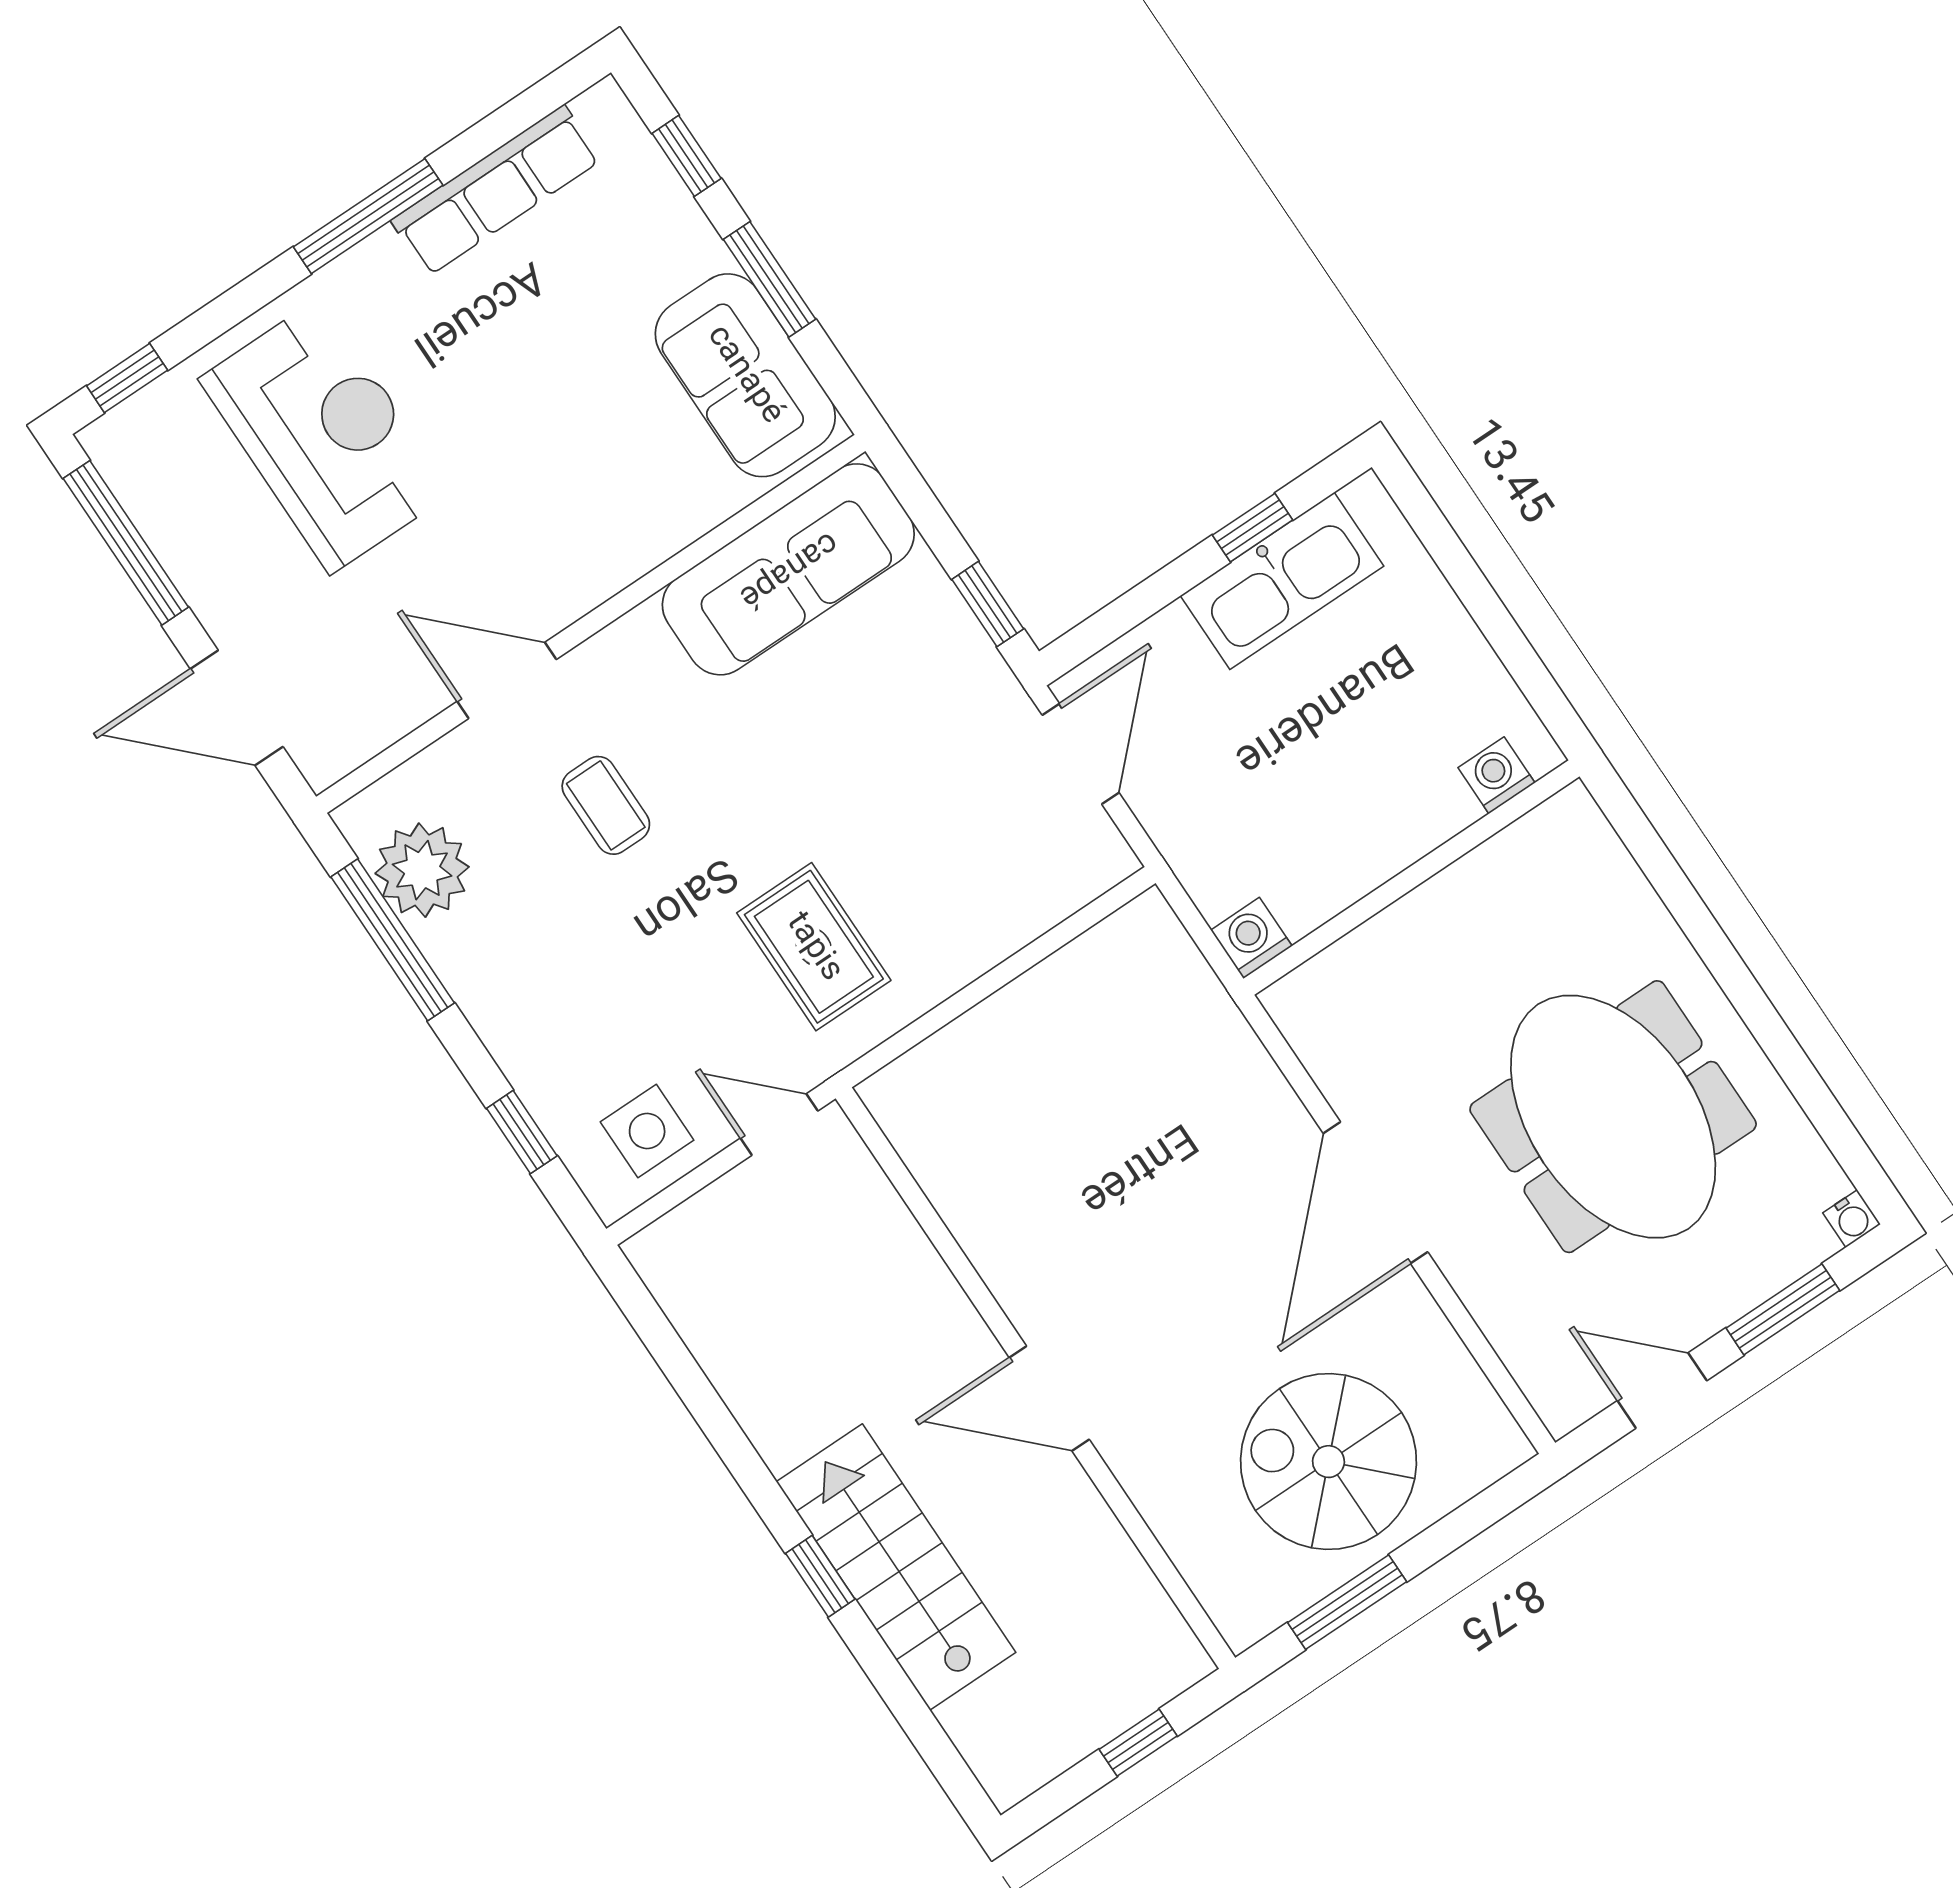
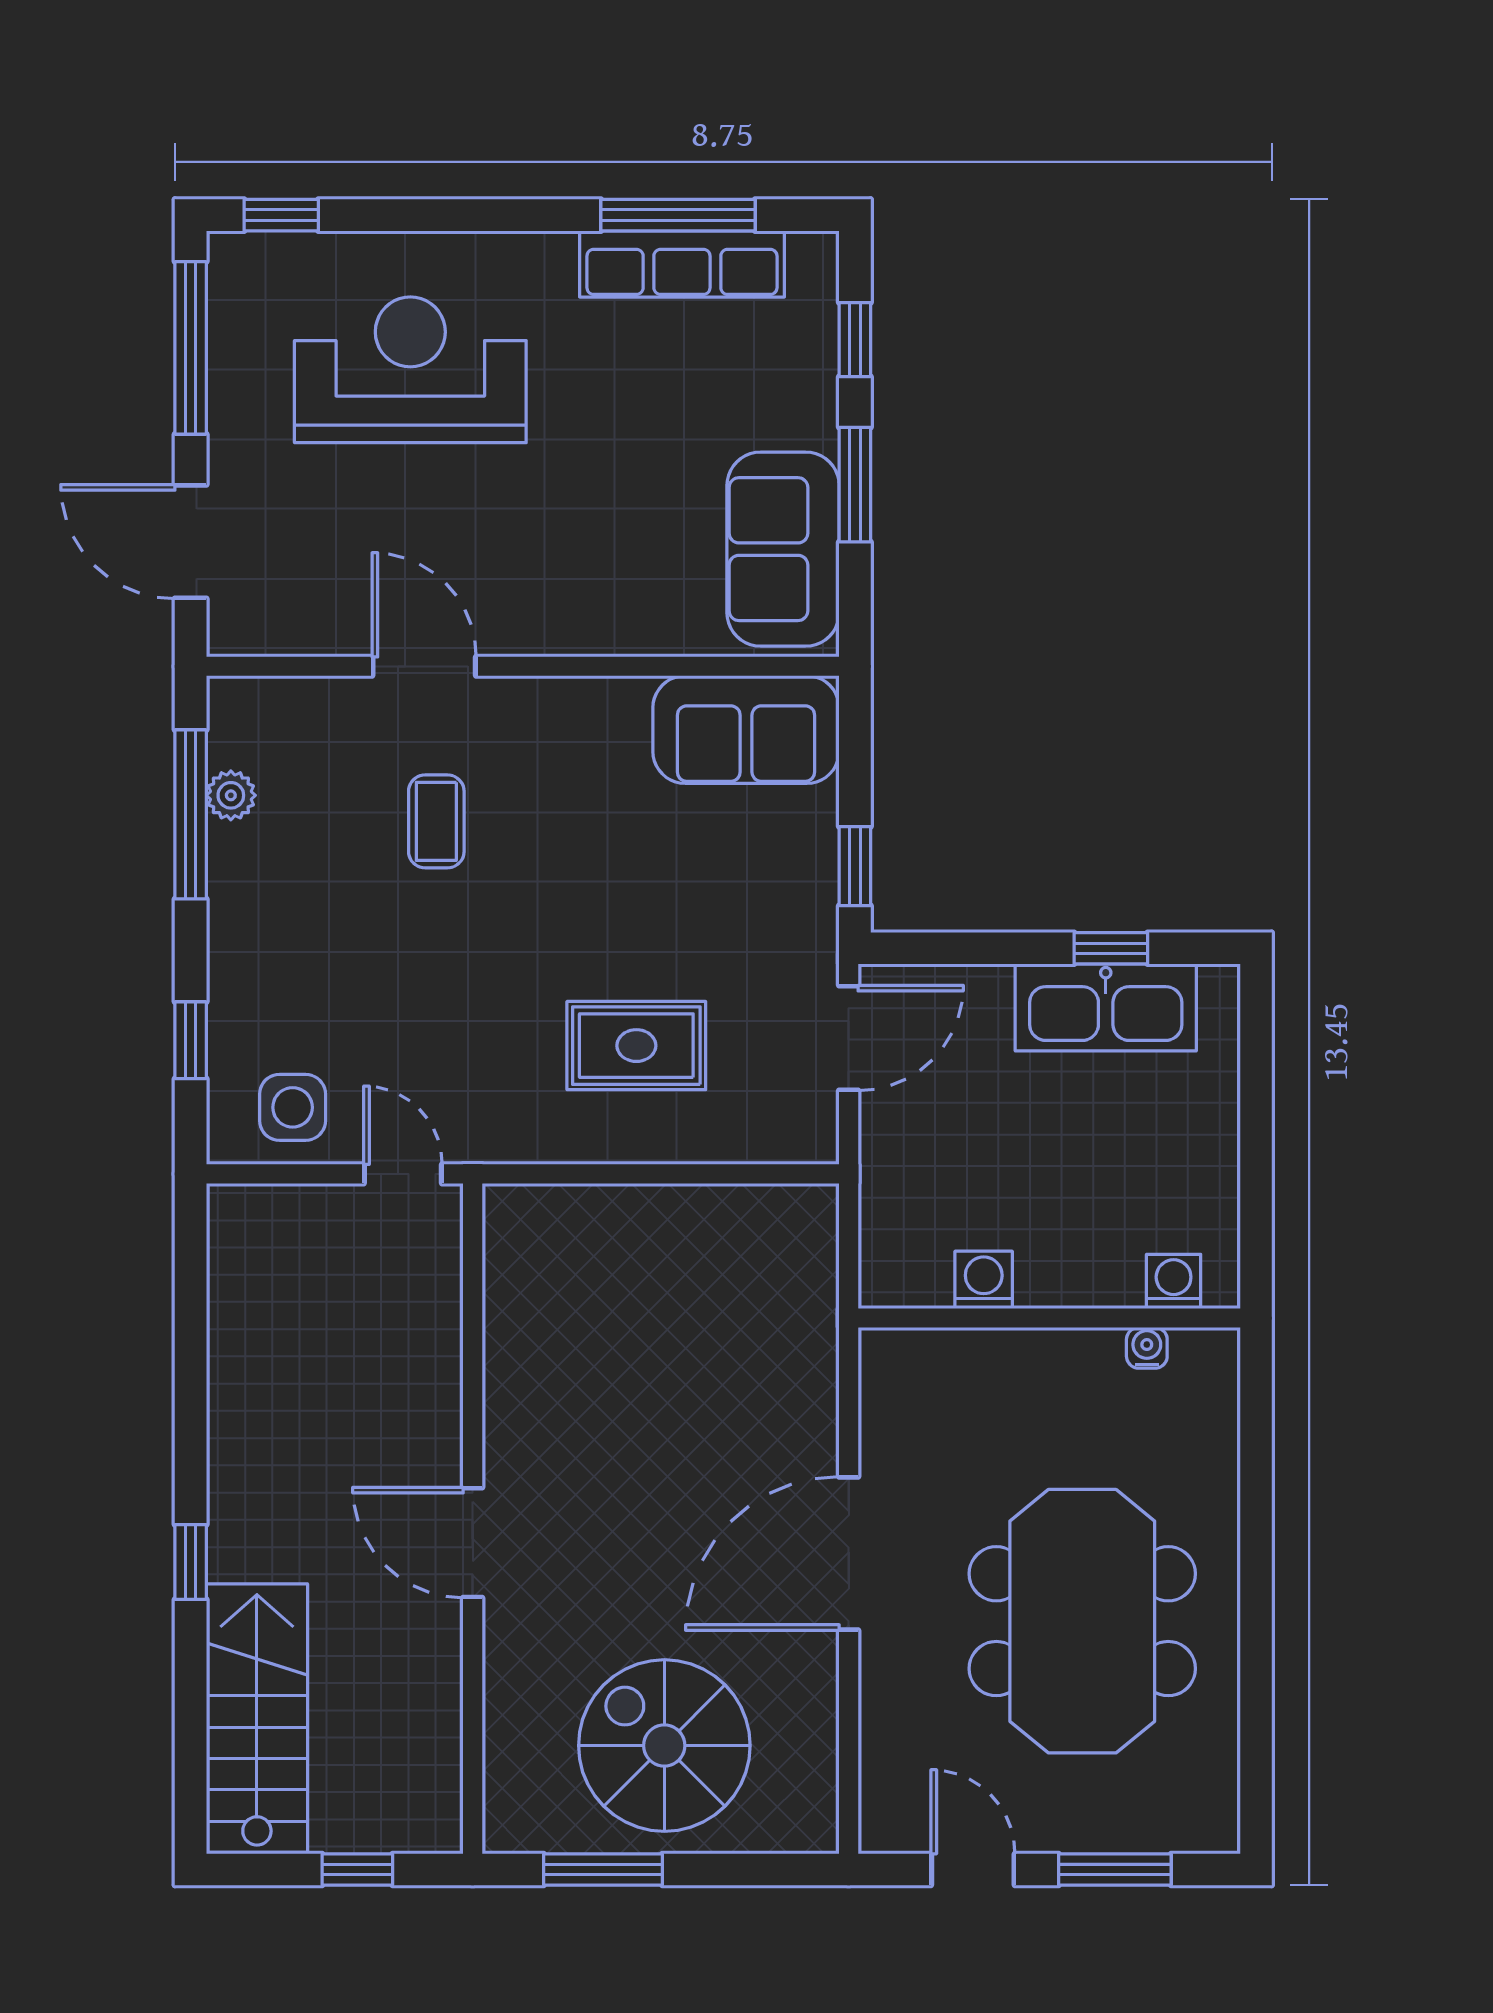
window: (368, 216) -> (678, 215), moved
reception desk: (325, 436) -> (410, 370), turned -90
sofa: (788, 569) -> (746, 730), width x0.73
plant: (422, 870) -> (231, 795), width x0.53, depth x0.53
washing machine: (1251, 938) -> (984, 1280), moved
rug: (814, 947) -> (636, 1046), moved, turned 90
water cooler: (1852, 1219) -> (1147, 1348), moved, turned 180
stairs: (896, 1567) -> (257, 1718), moved

